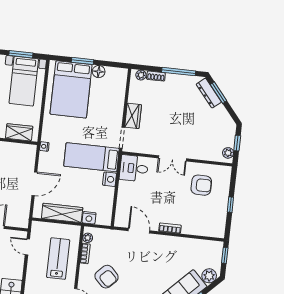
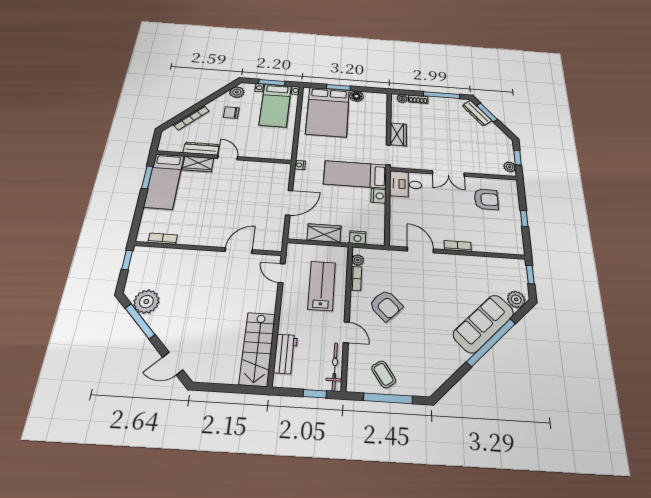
wardrobe: (19, 132) -> (270, 152), removed
wardrobe: (62, 213) -> (324, 233), width x0.67

